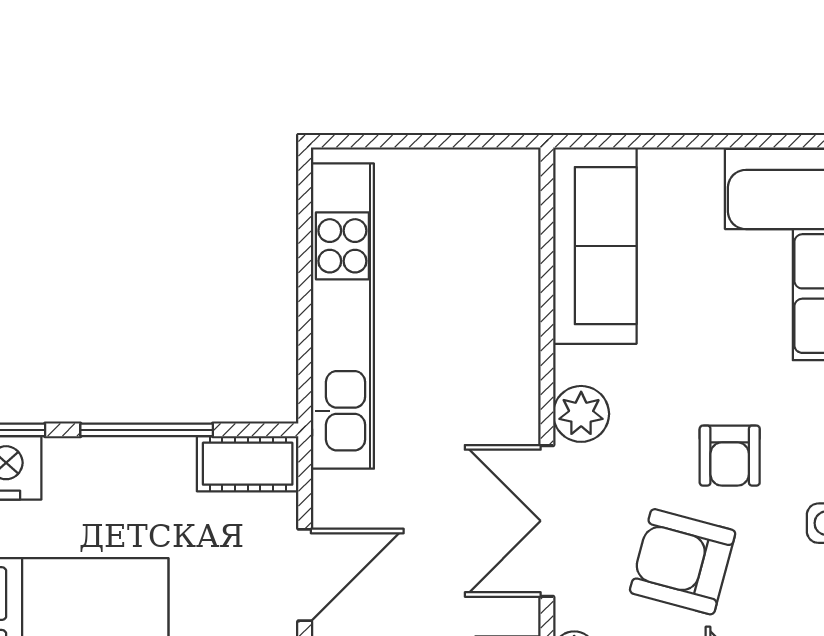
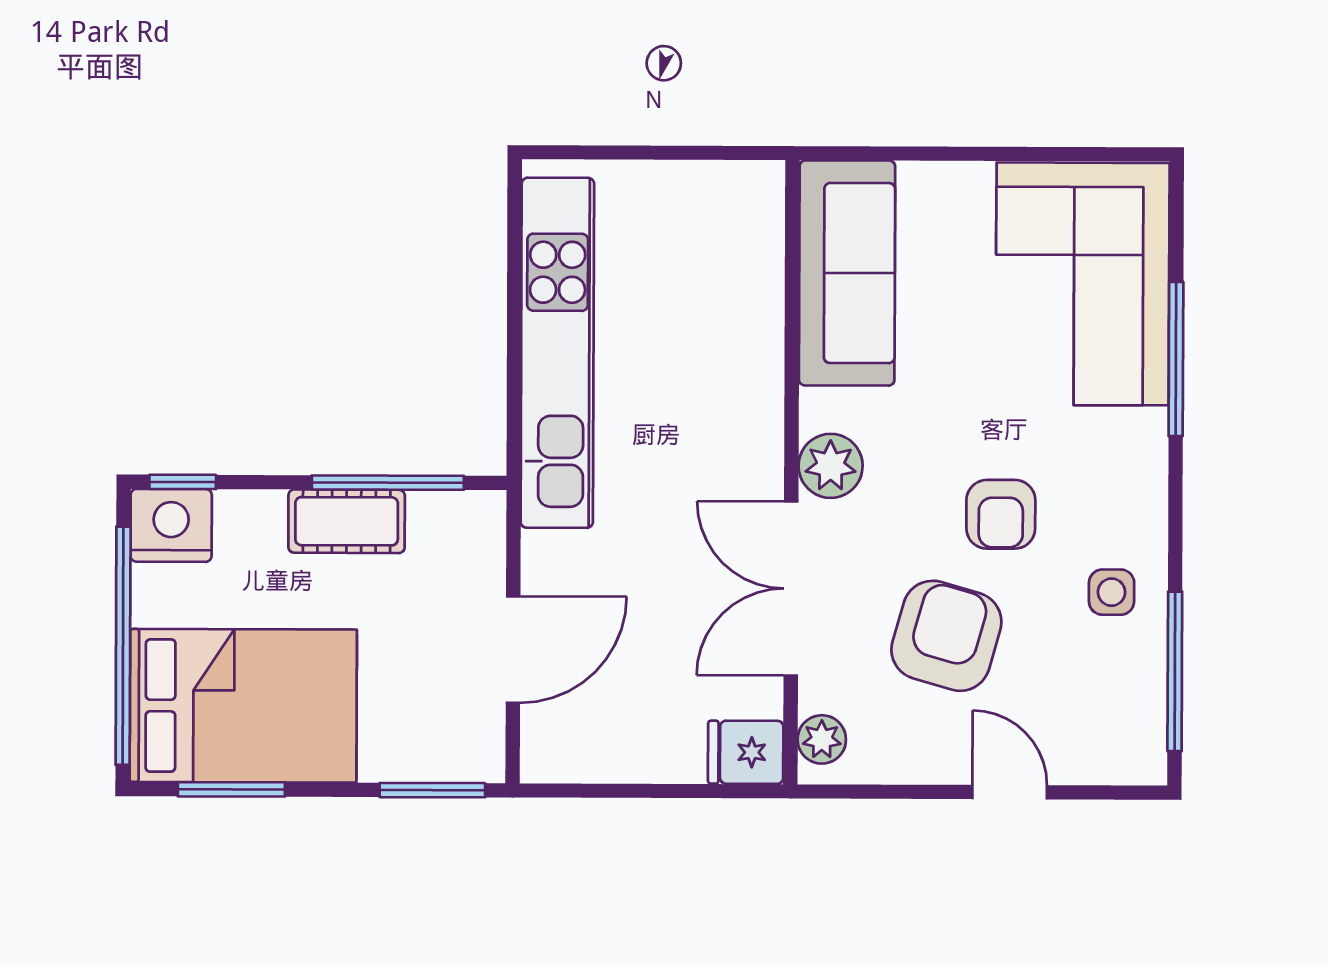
window: (147, 430) -> (388, 483), moved
cot: (248, 464) -> (347, 521), moved
armchair: (683, 562) -> (946, 636), turned 91

